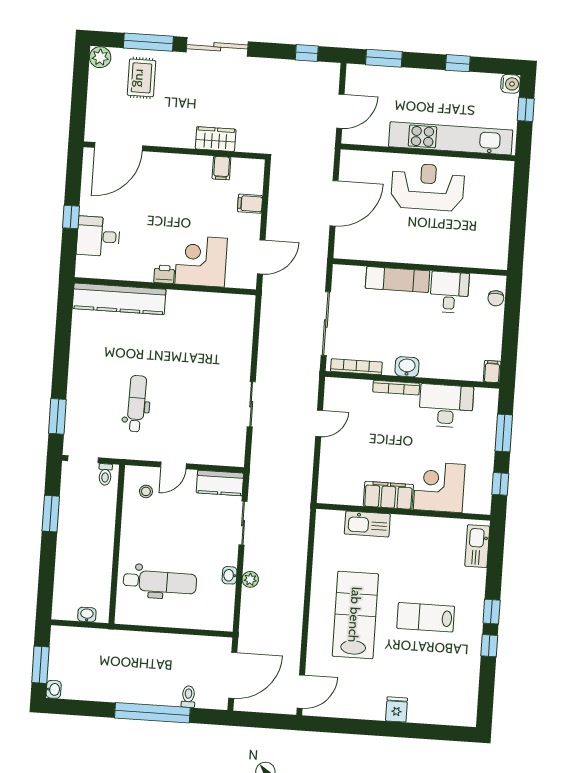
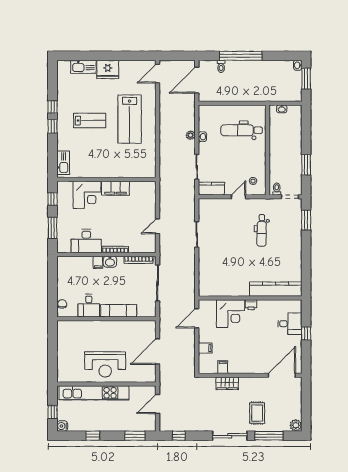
rug: (141, 78) -> (257, 413), moved
filing cabinet: (492, 372) -> (98, 262), moved
kitchen sink: (367, 524) -> (83, 67), moved, turned 180
fridge: (397, 709) -> (108, 69), width x1.88, depth x1.34

